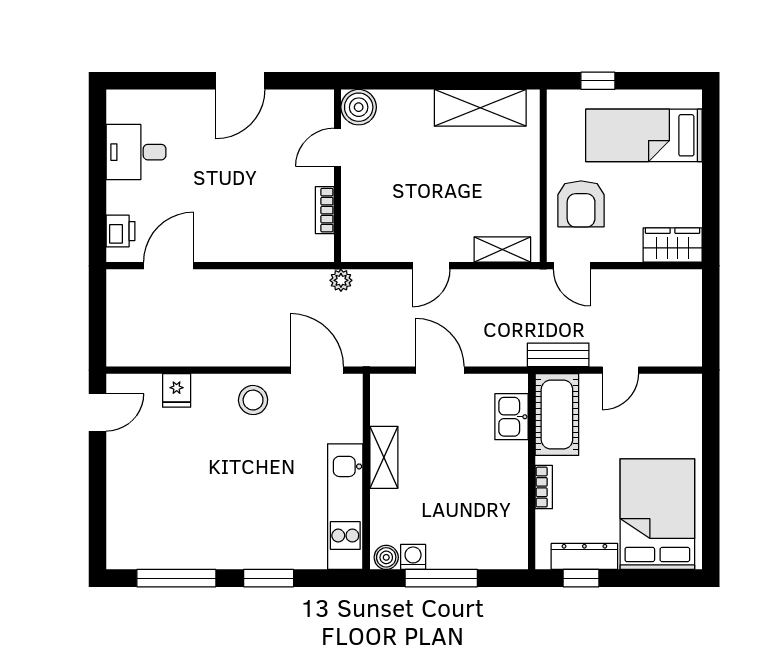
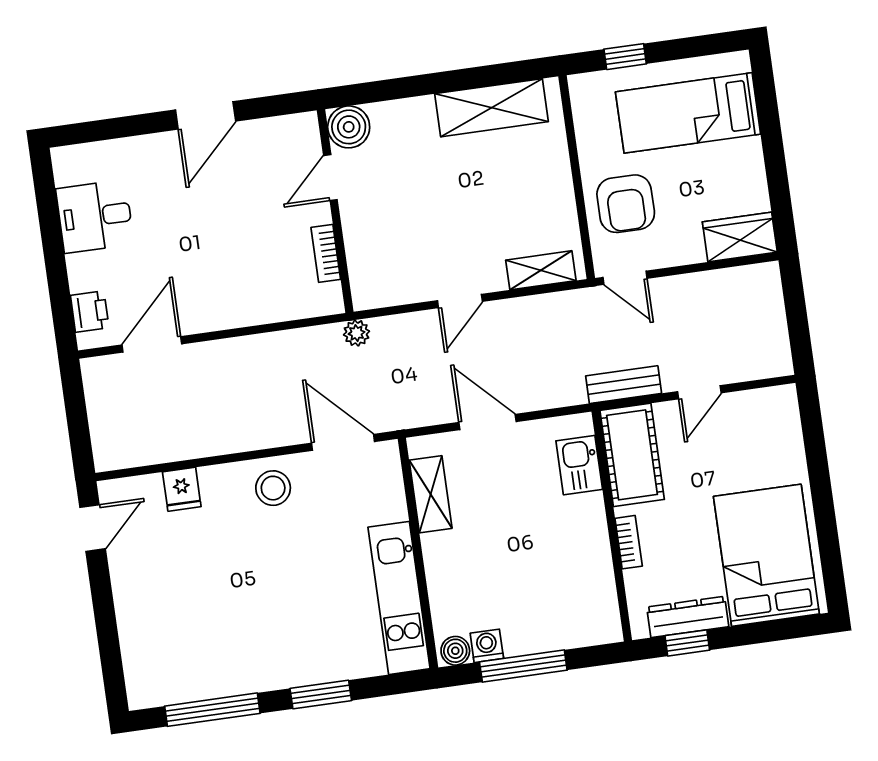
shelving: (384, 457) -> (431, 494), moved

